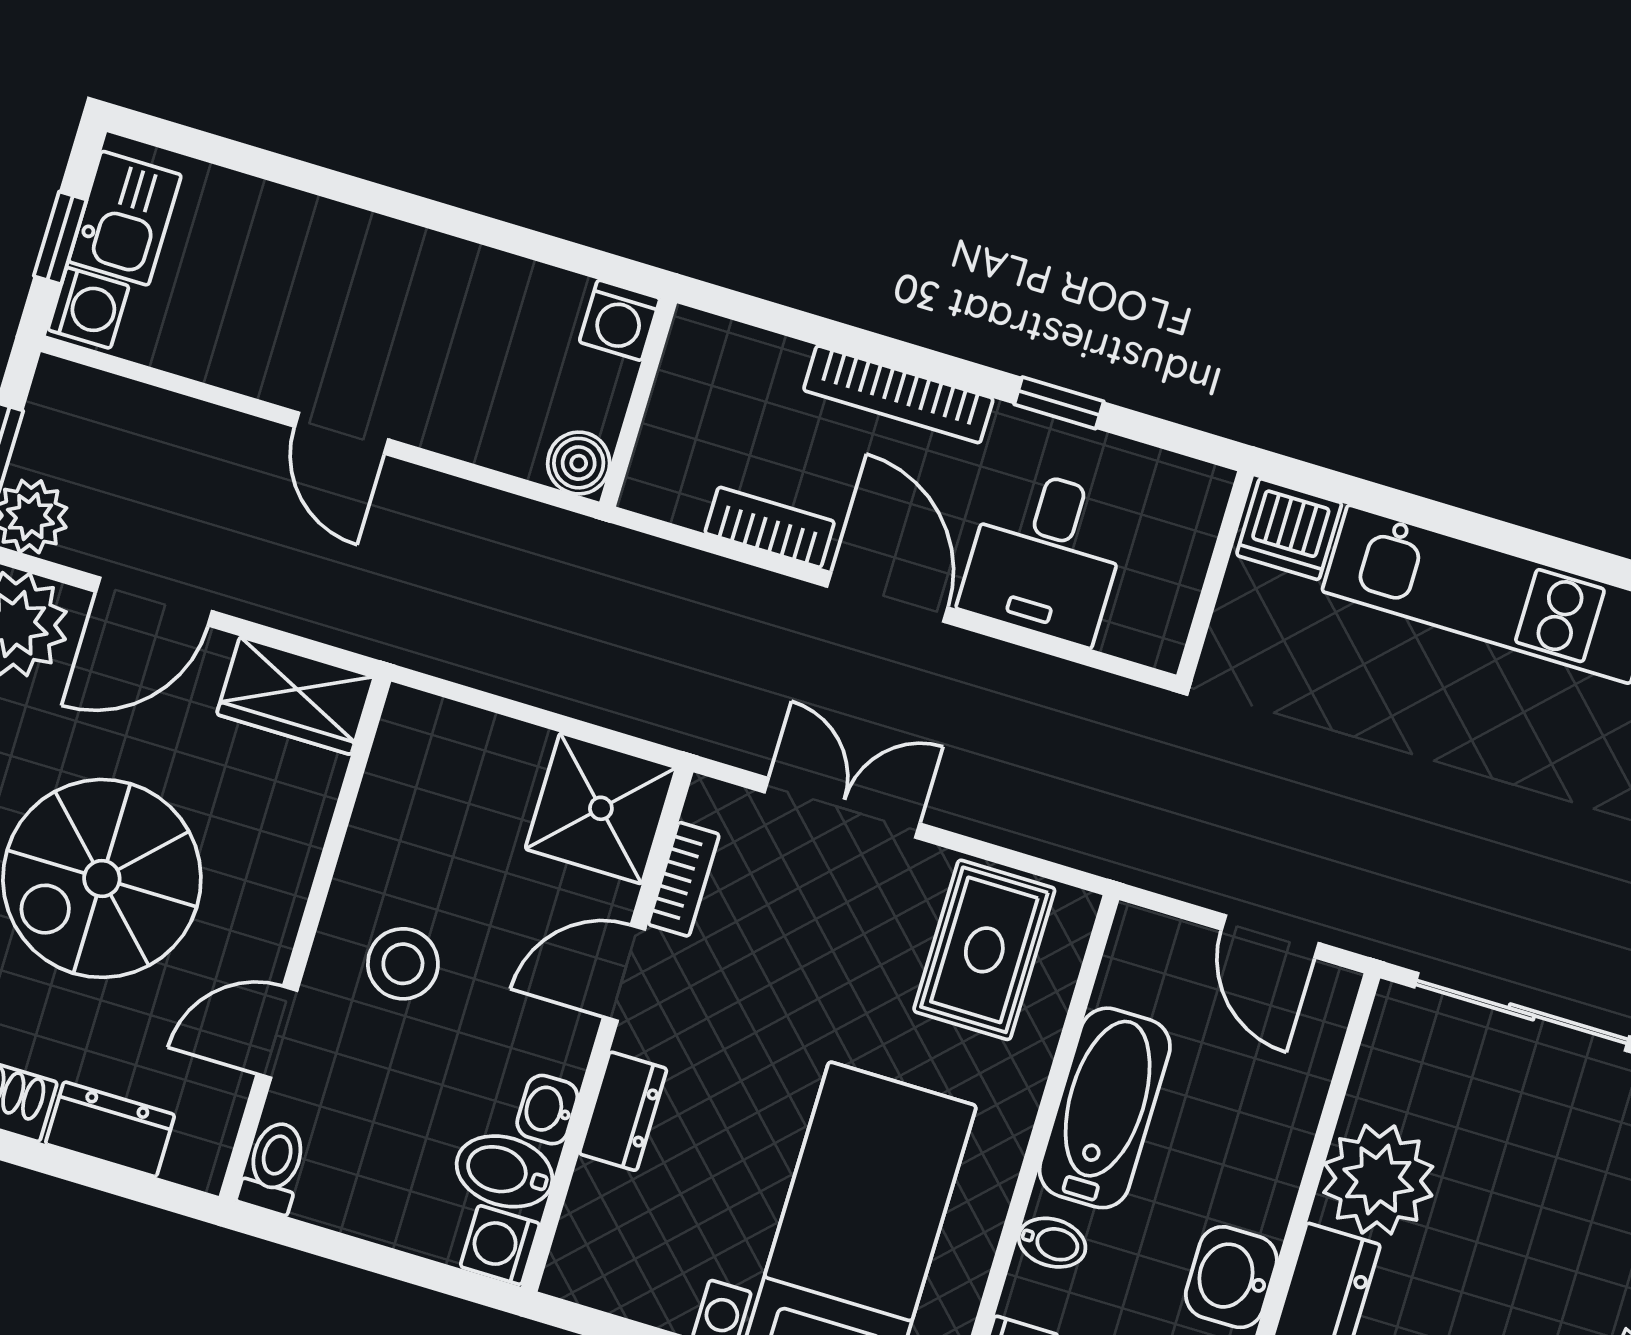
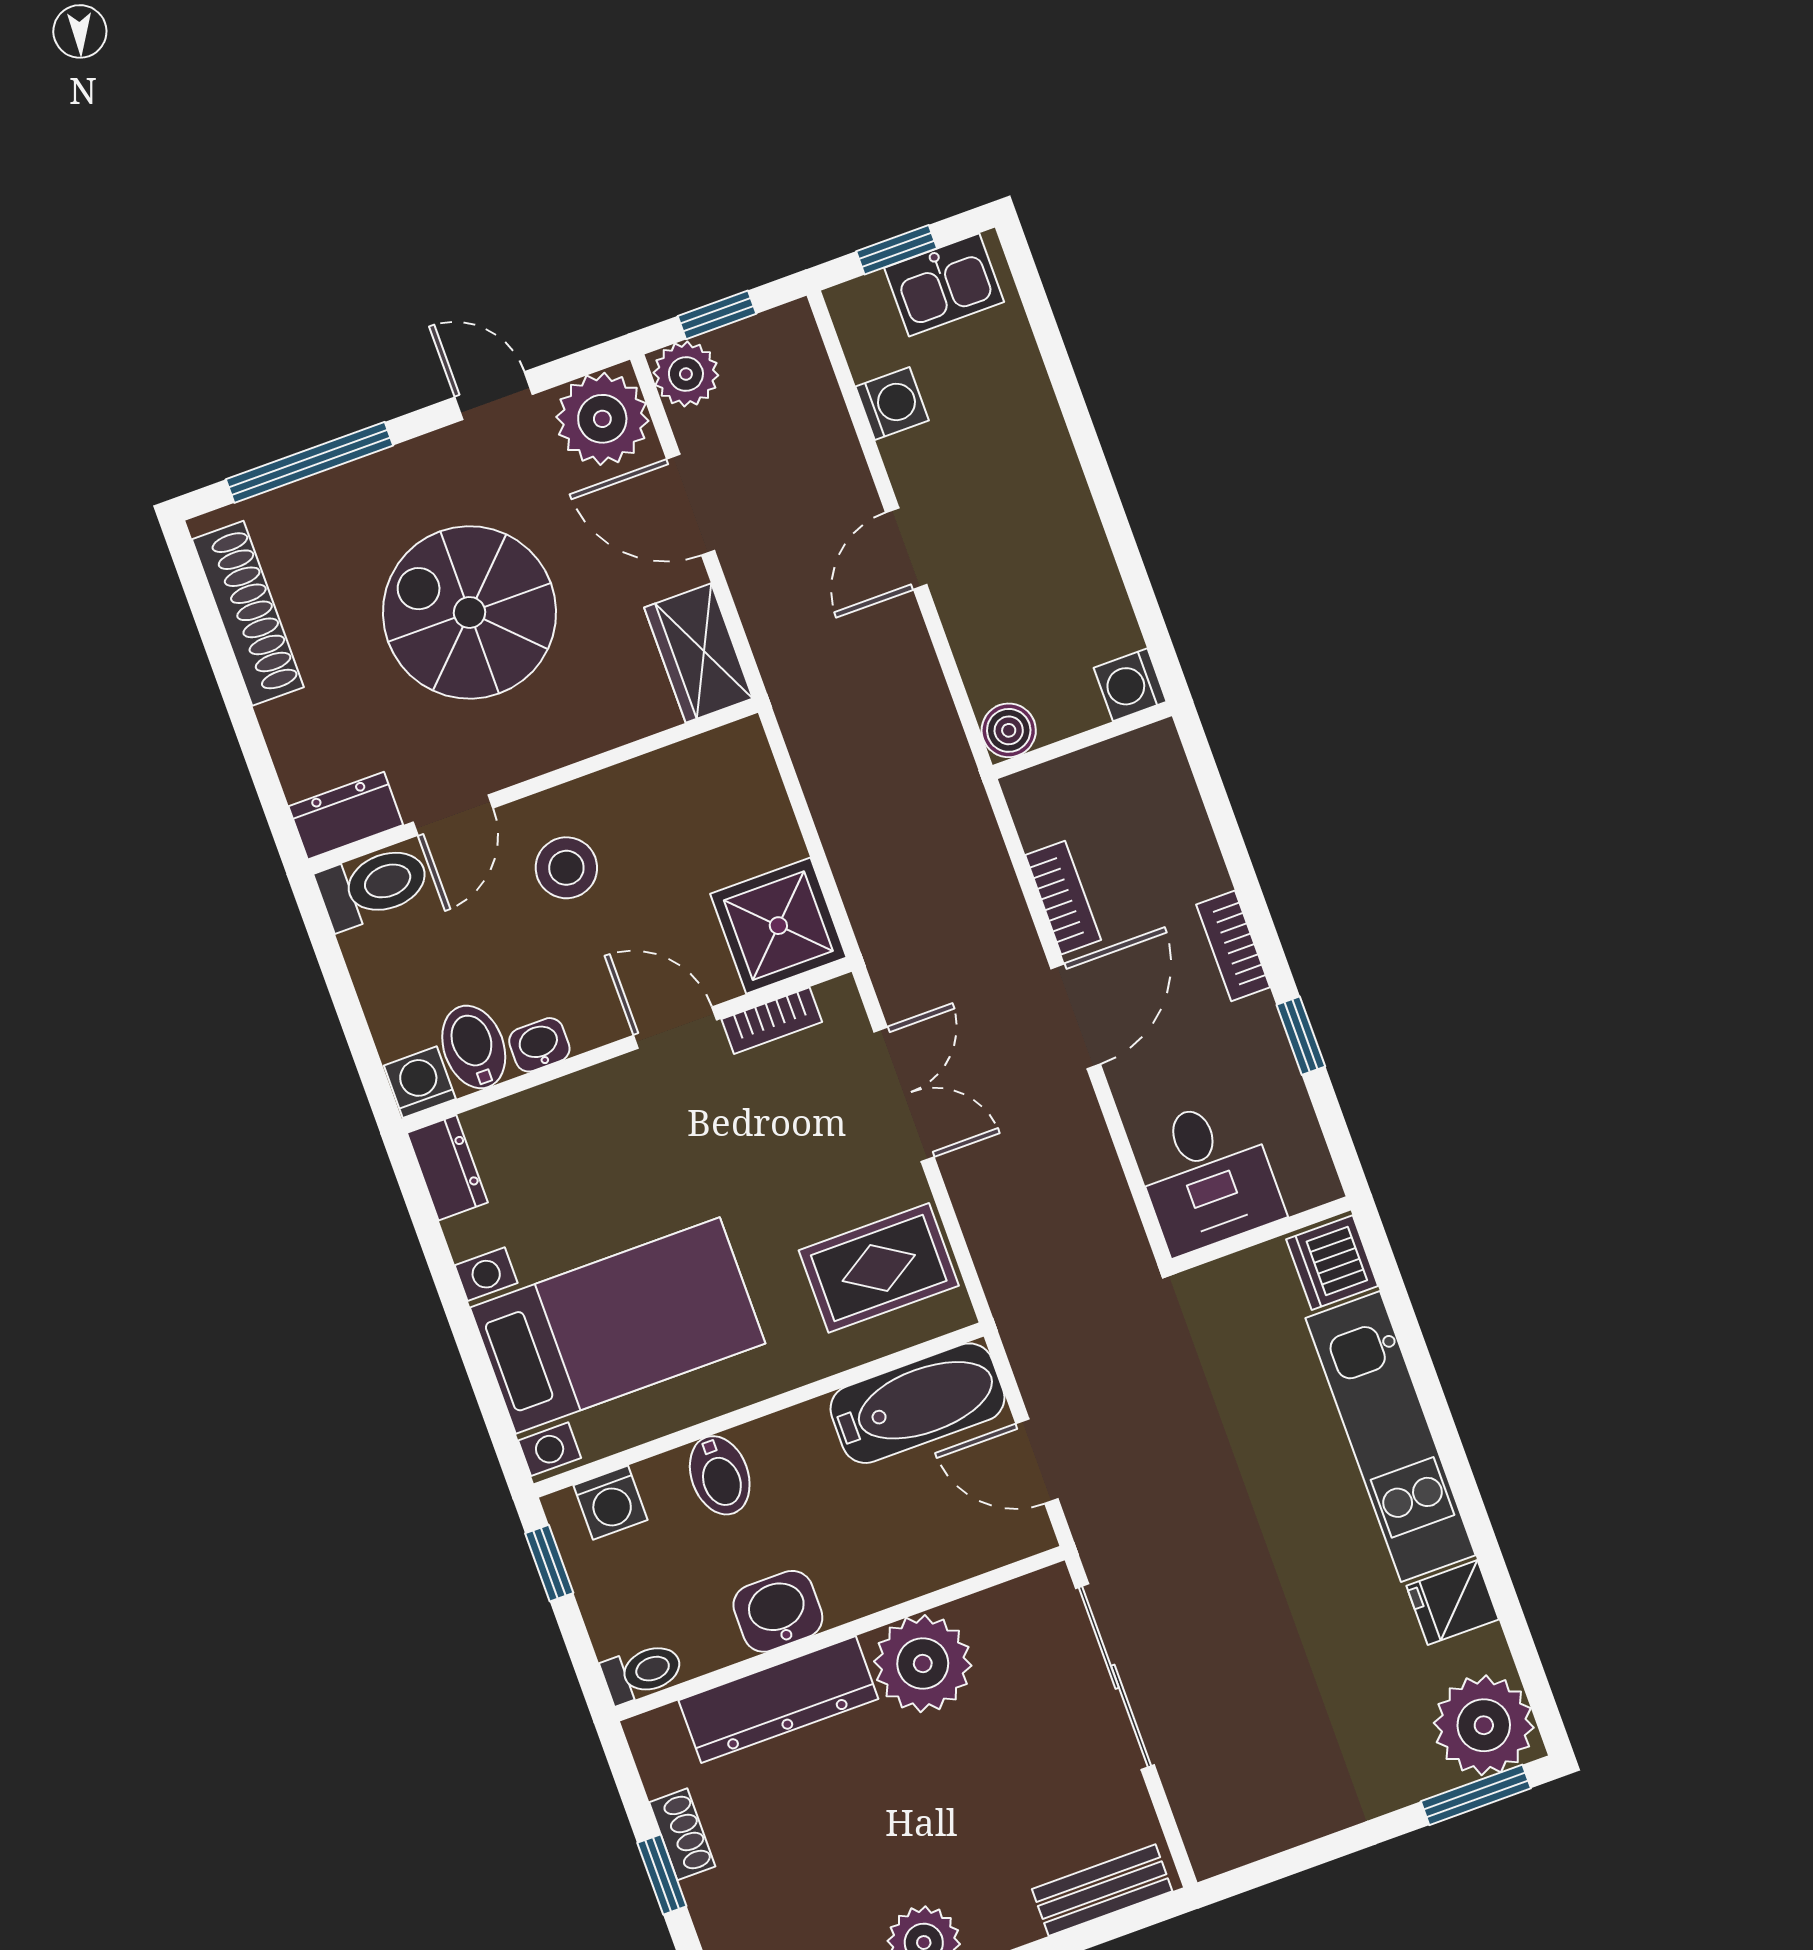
washing machine: (88, 308) -> (892, 404), moved, turned -90
bookcase: (898, 394) -> (1233, 946), width x0.64
desk: (1045, 555) -> (1207, 1175), moved, turned -90
door: (1270, 936) -> (1037, 1461), hinge flipped
door: (277, 1032) -> (453, 815), swing flipped
bathtub: (1105, 1108) -> (917, 1403), moved
dresser: (623, 1111) -> (447, 1168), moved, turned -90
dresser: (110, 1129) -> (346, 816), moved, turned -90
toilet: (274, 1167) -> (374, 886), width x1.37, depth x1.39
bidet: (1052, 1243) -> (720, 1475), width x1.38, depth x1.36

